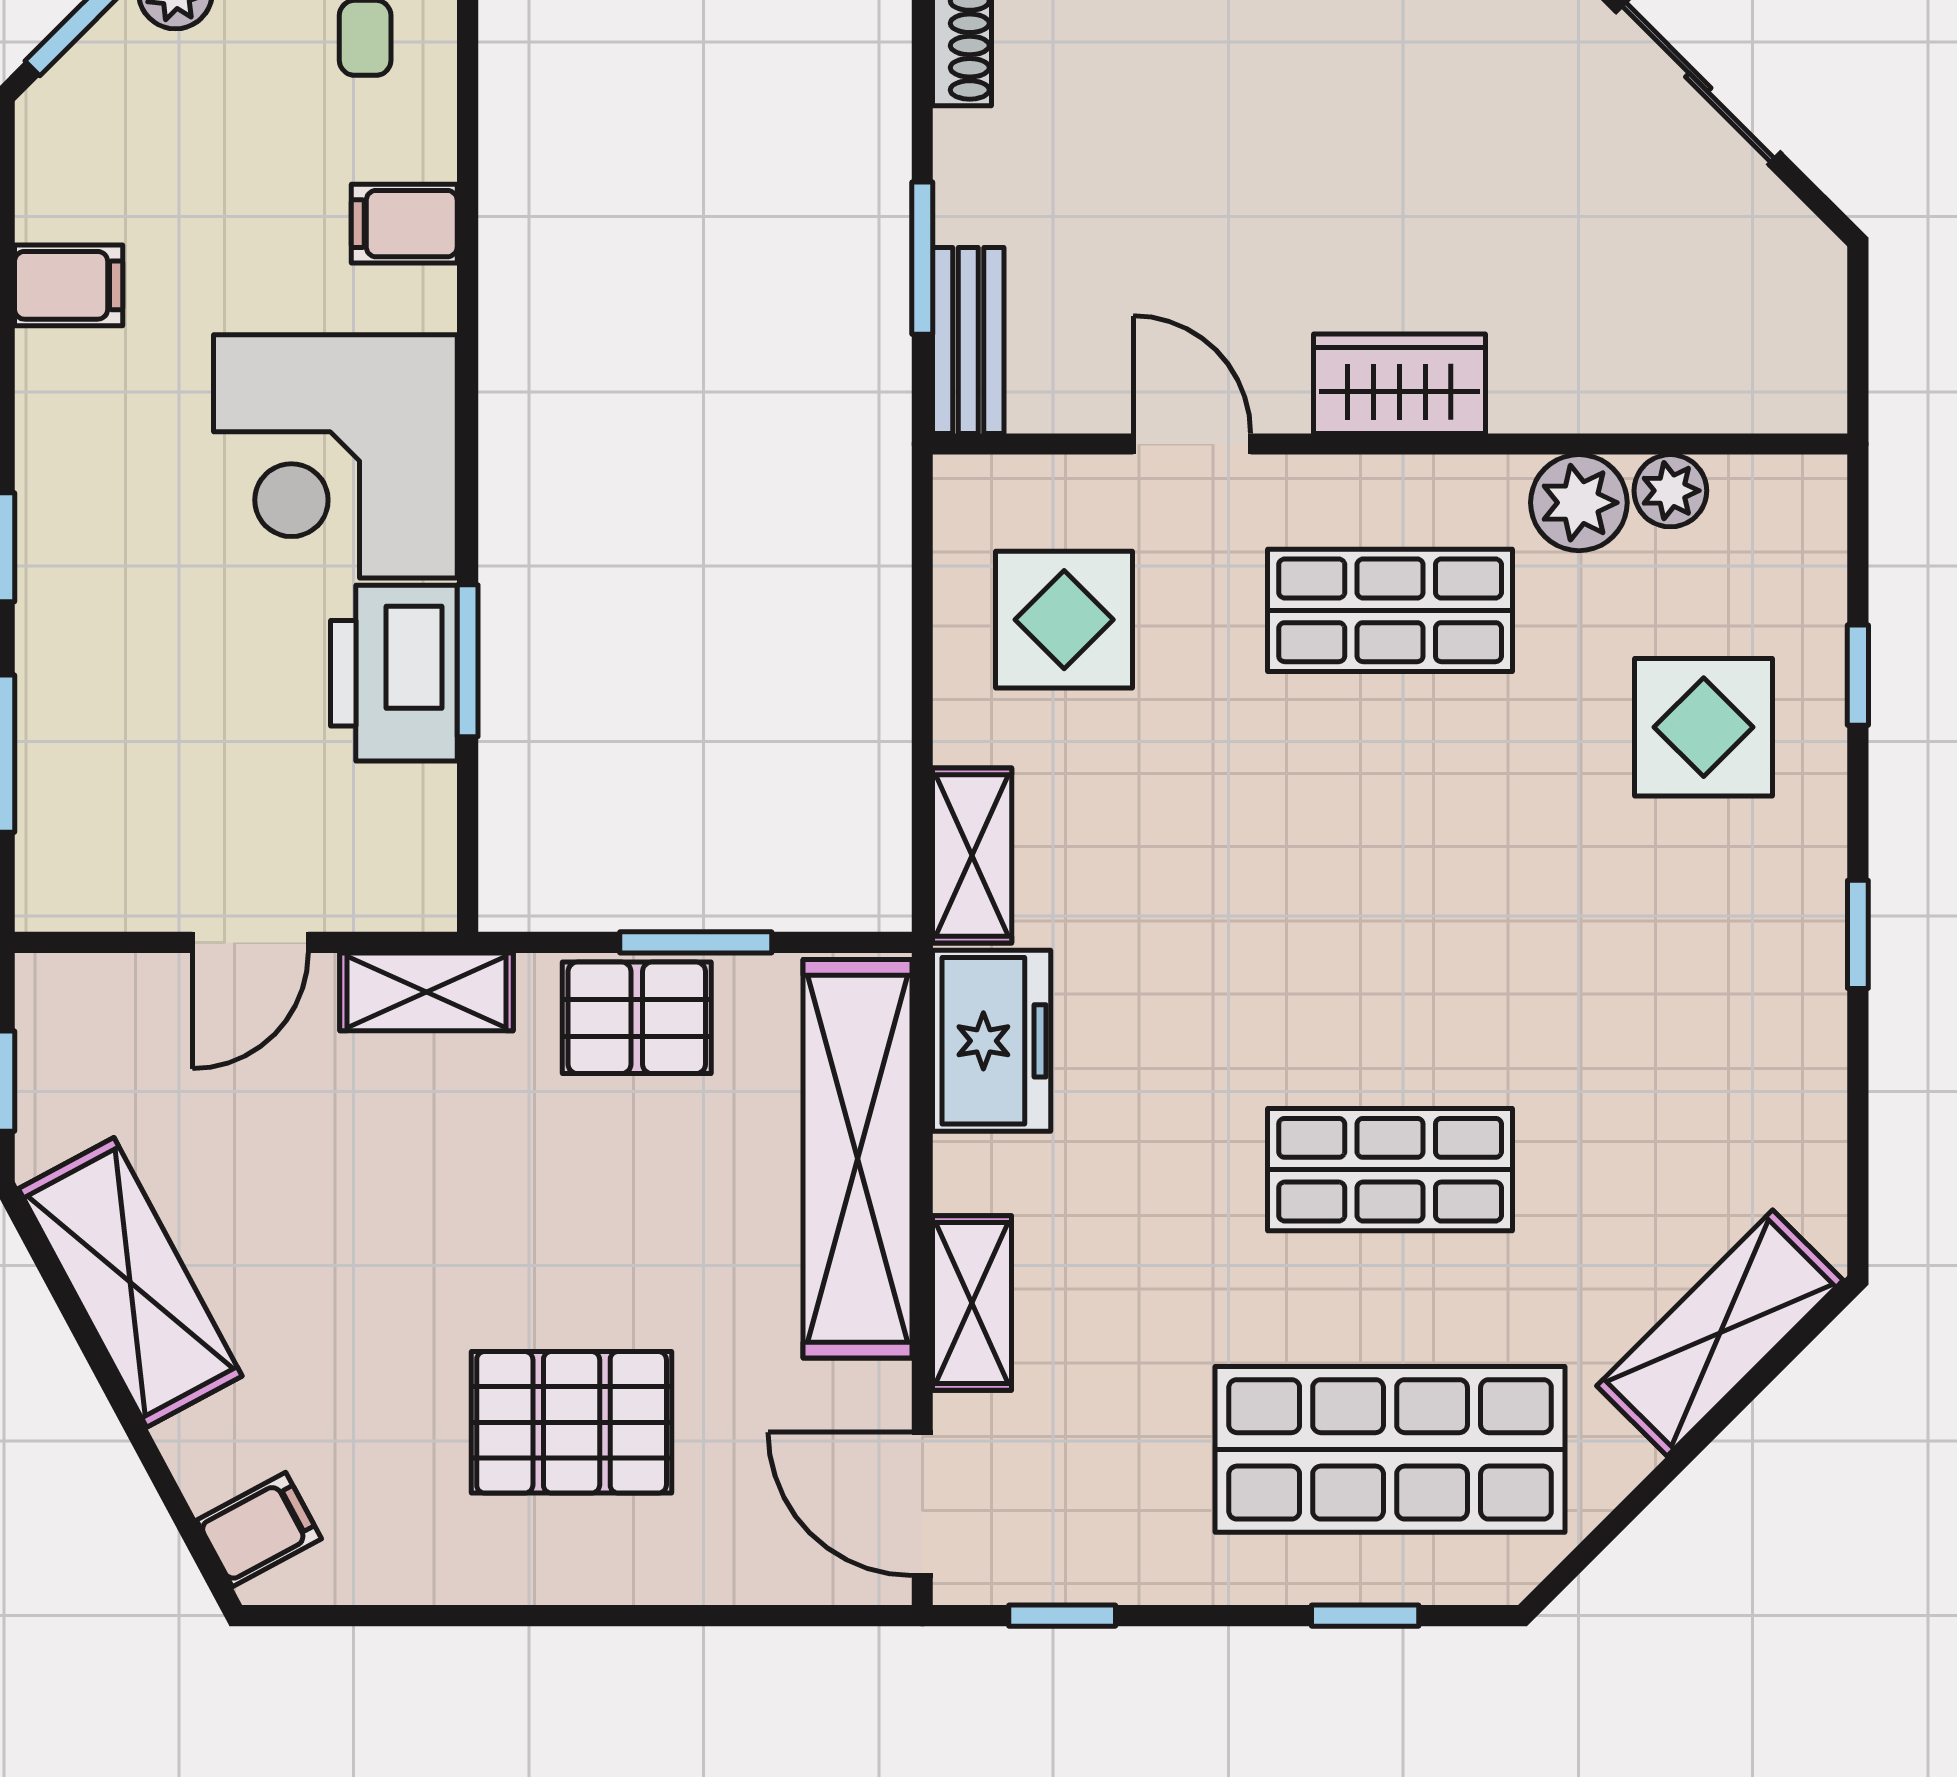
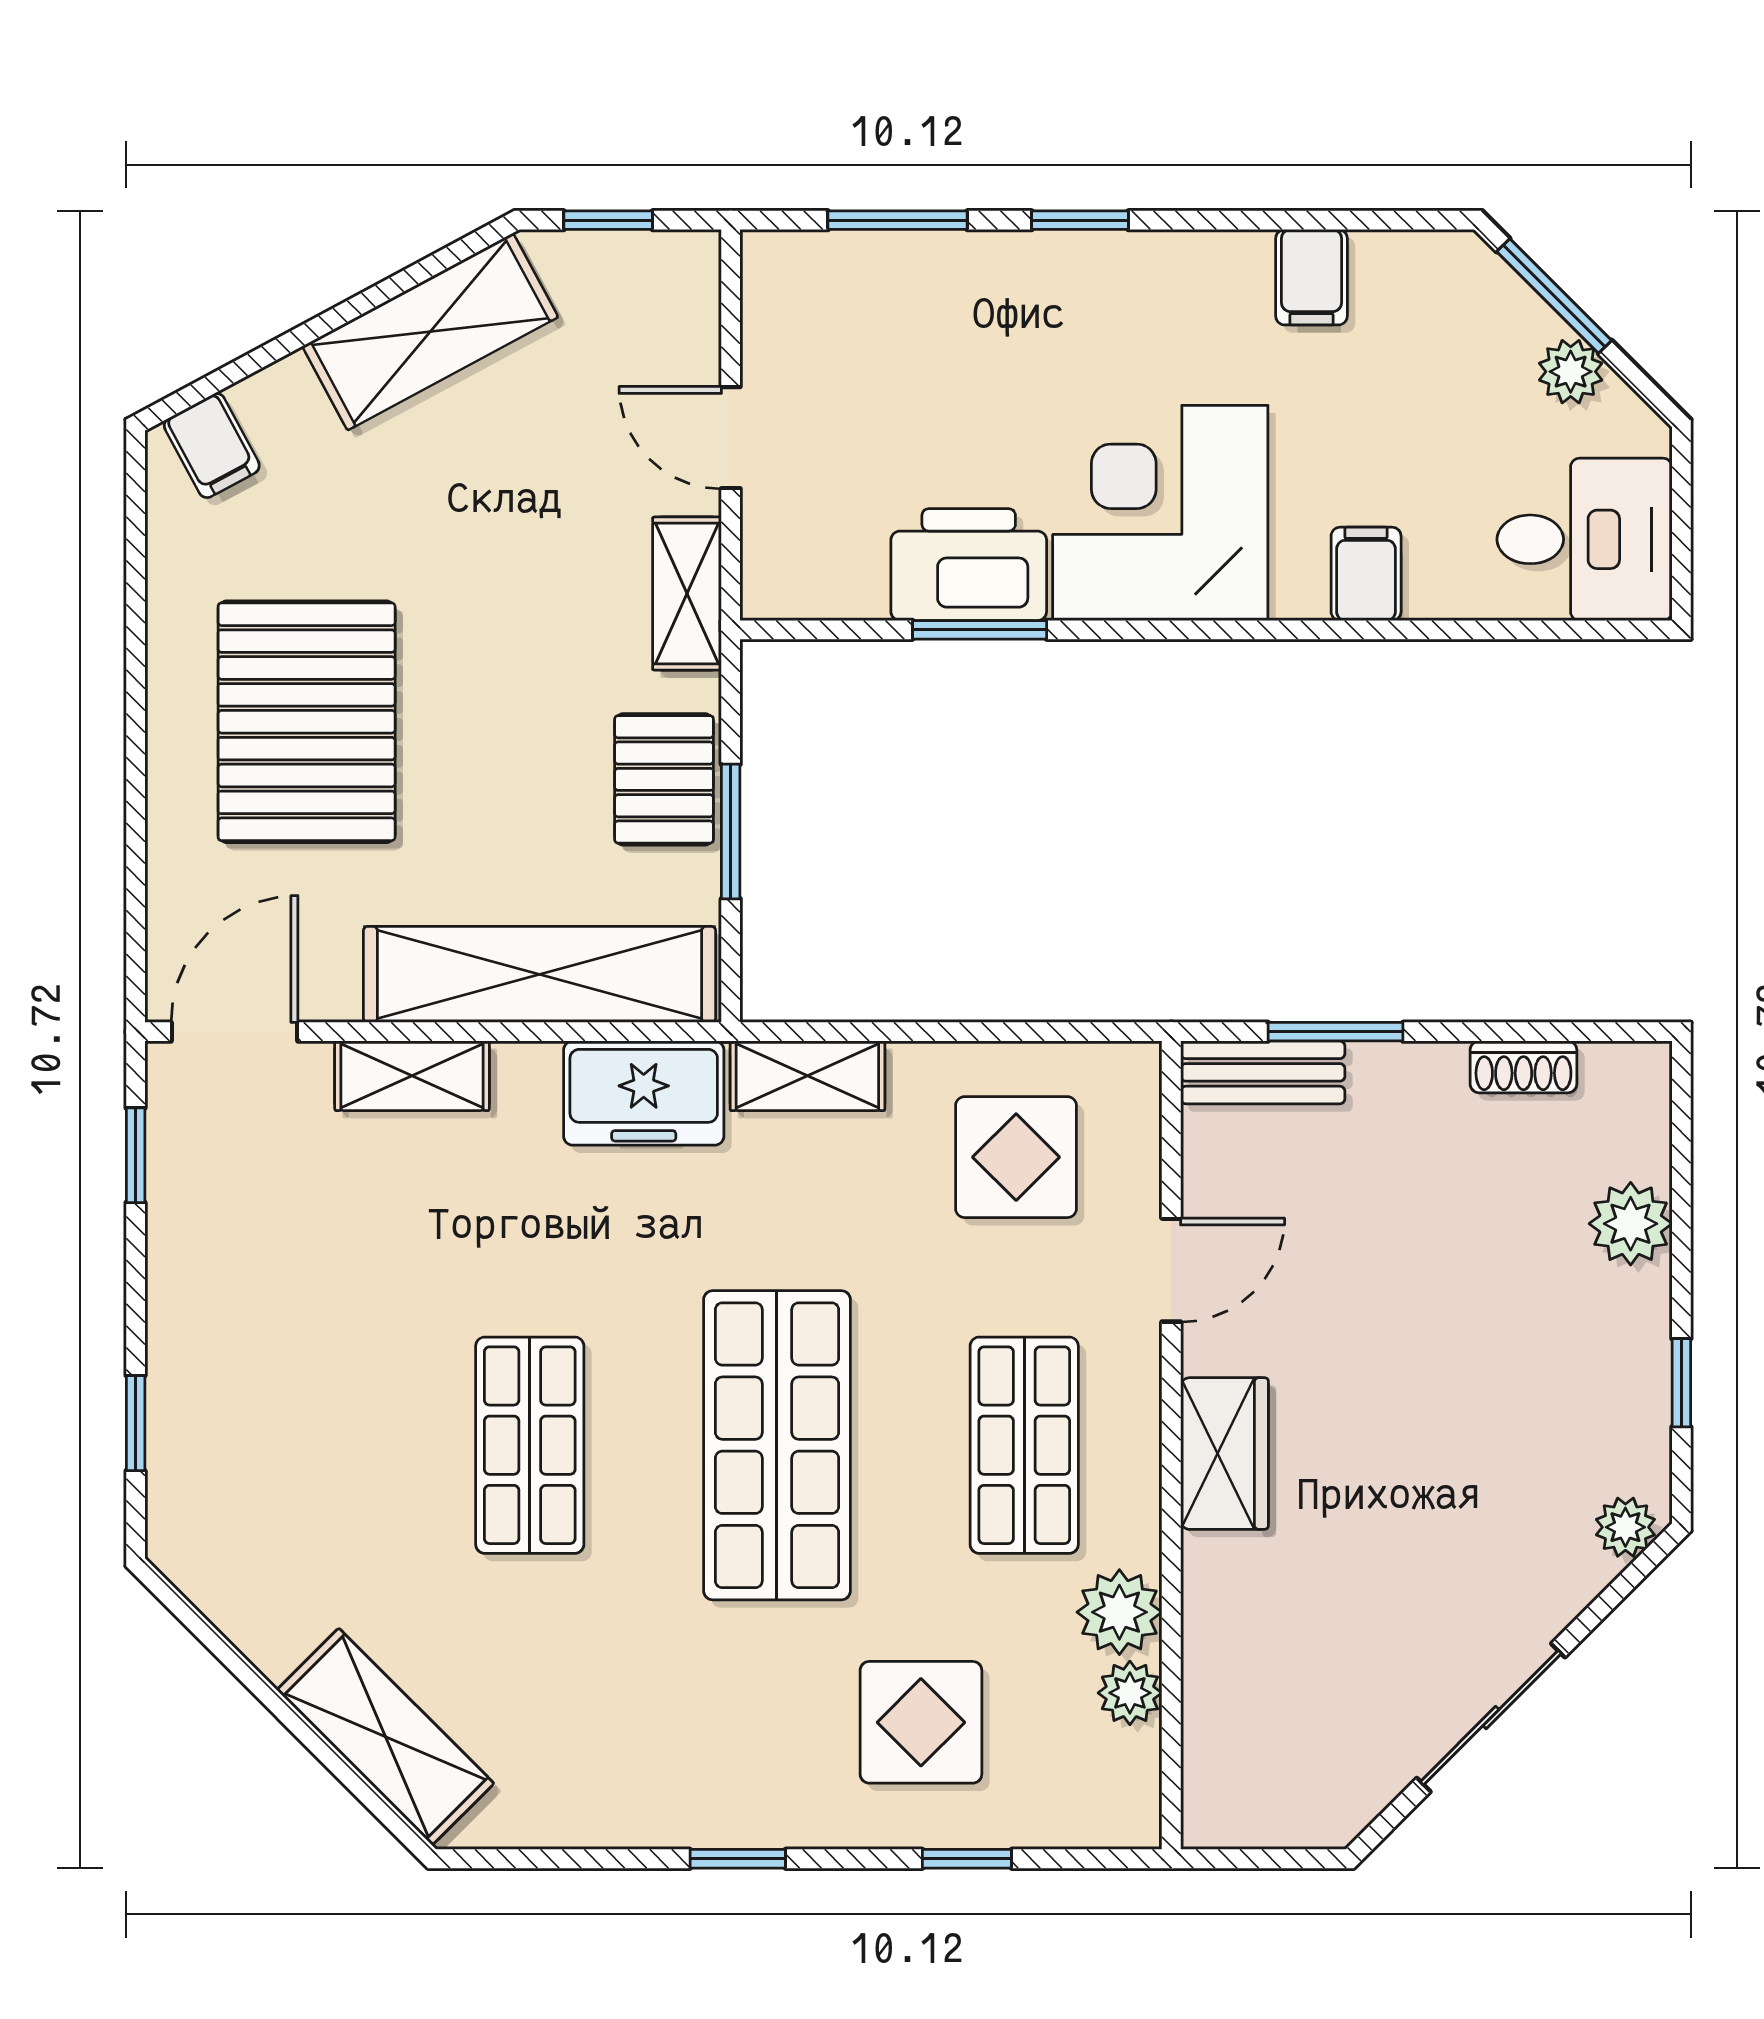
pallet: (572, 1422) -> (307, 722), width x1.37, depth x1.41
shop shelf: (1390, 1449) -> (777, 1445), moved

